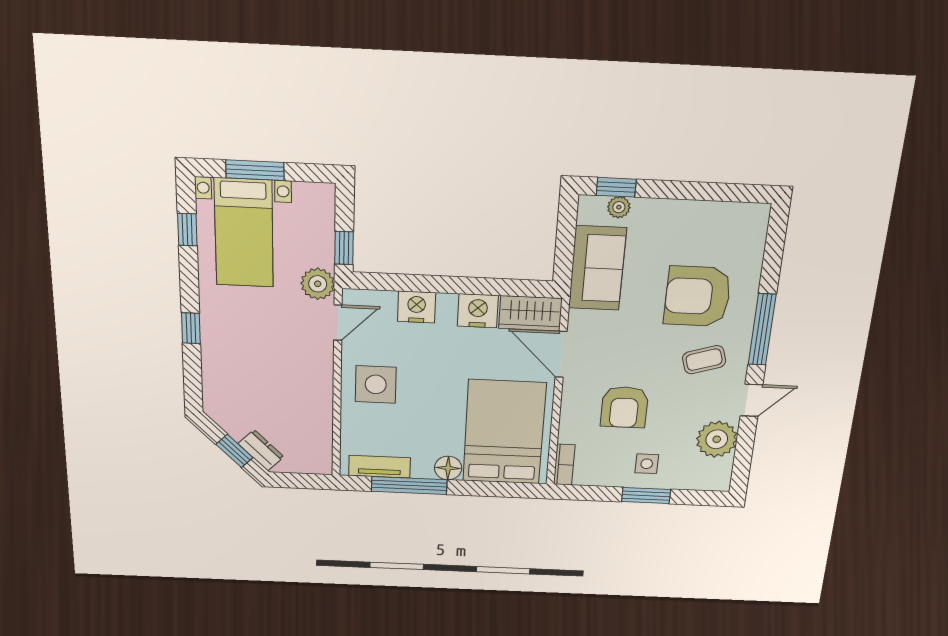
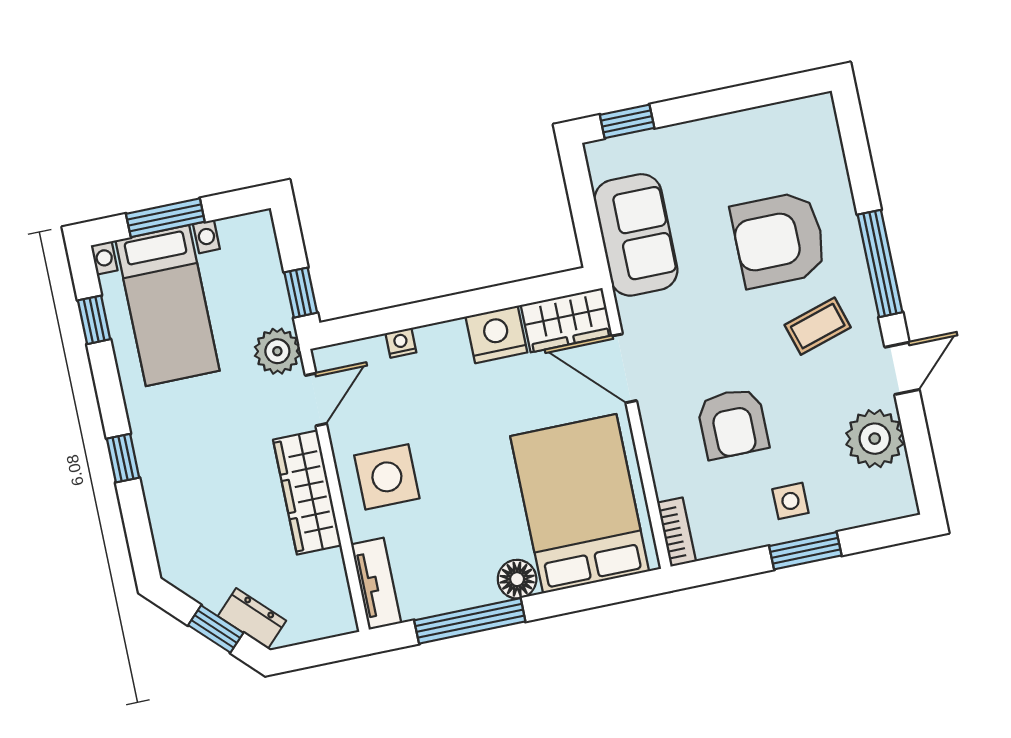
plant: (619, 207) -> (639, 146), removed
nightstand: (417, 307) -> (401, 343), width x0.53, depth x0.56
wardrobe: (317, 381) -> (307, 493), added
tv unit: (380, 467) -> (376, 584), moved, turned 90

